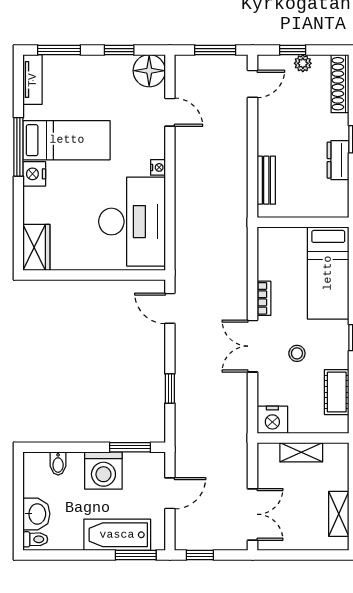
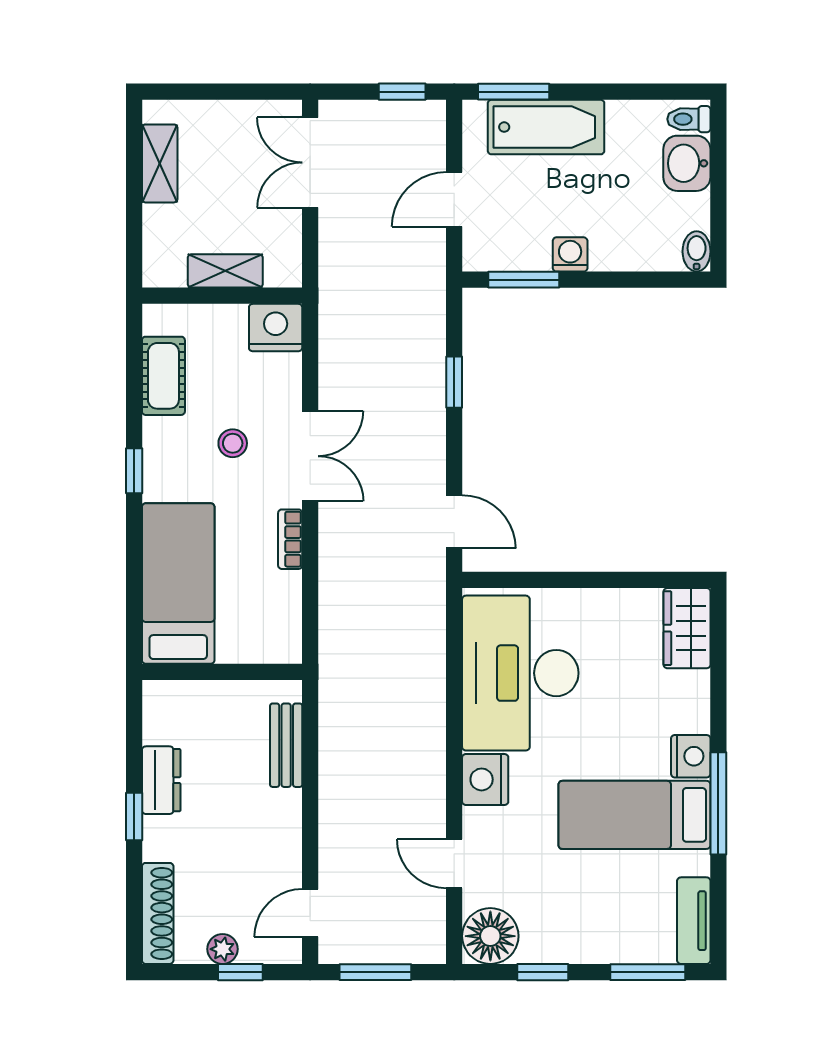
nightstand: (158, 167) -> (485, 779), width x1.89, depth x1.79
bidet: (58, 463) -> (697, 251), moved
washing machine: (103, 470) -> (570, 254), width x0.53, depth x0.53

